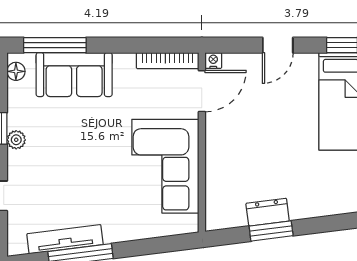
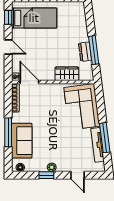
window: (55, 45) -> (8, 132), moved
corner sofa: (165, 166) -> (82, 107), moved, turned 83
wardrobe: (220, 173) -> (67, 74), added
window: (271, 231) -> (94, 50), width x1.44

